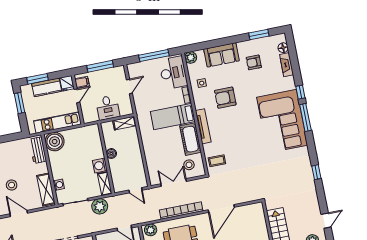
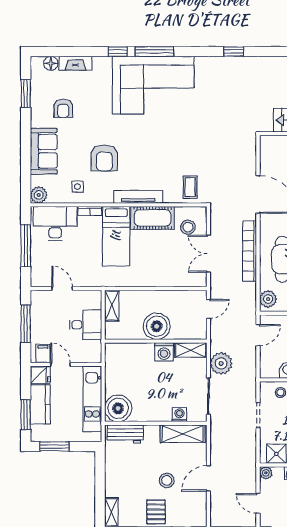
boiler: (111, 153) -> (157, 326), width x1.86, depth x1.86

